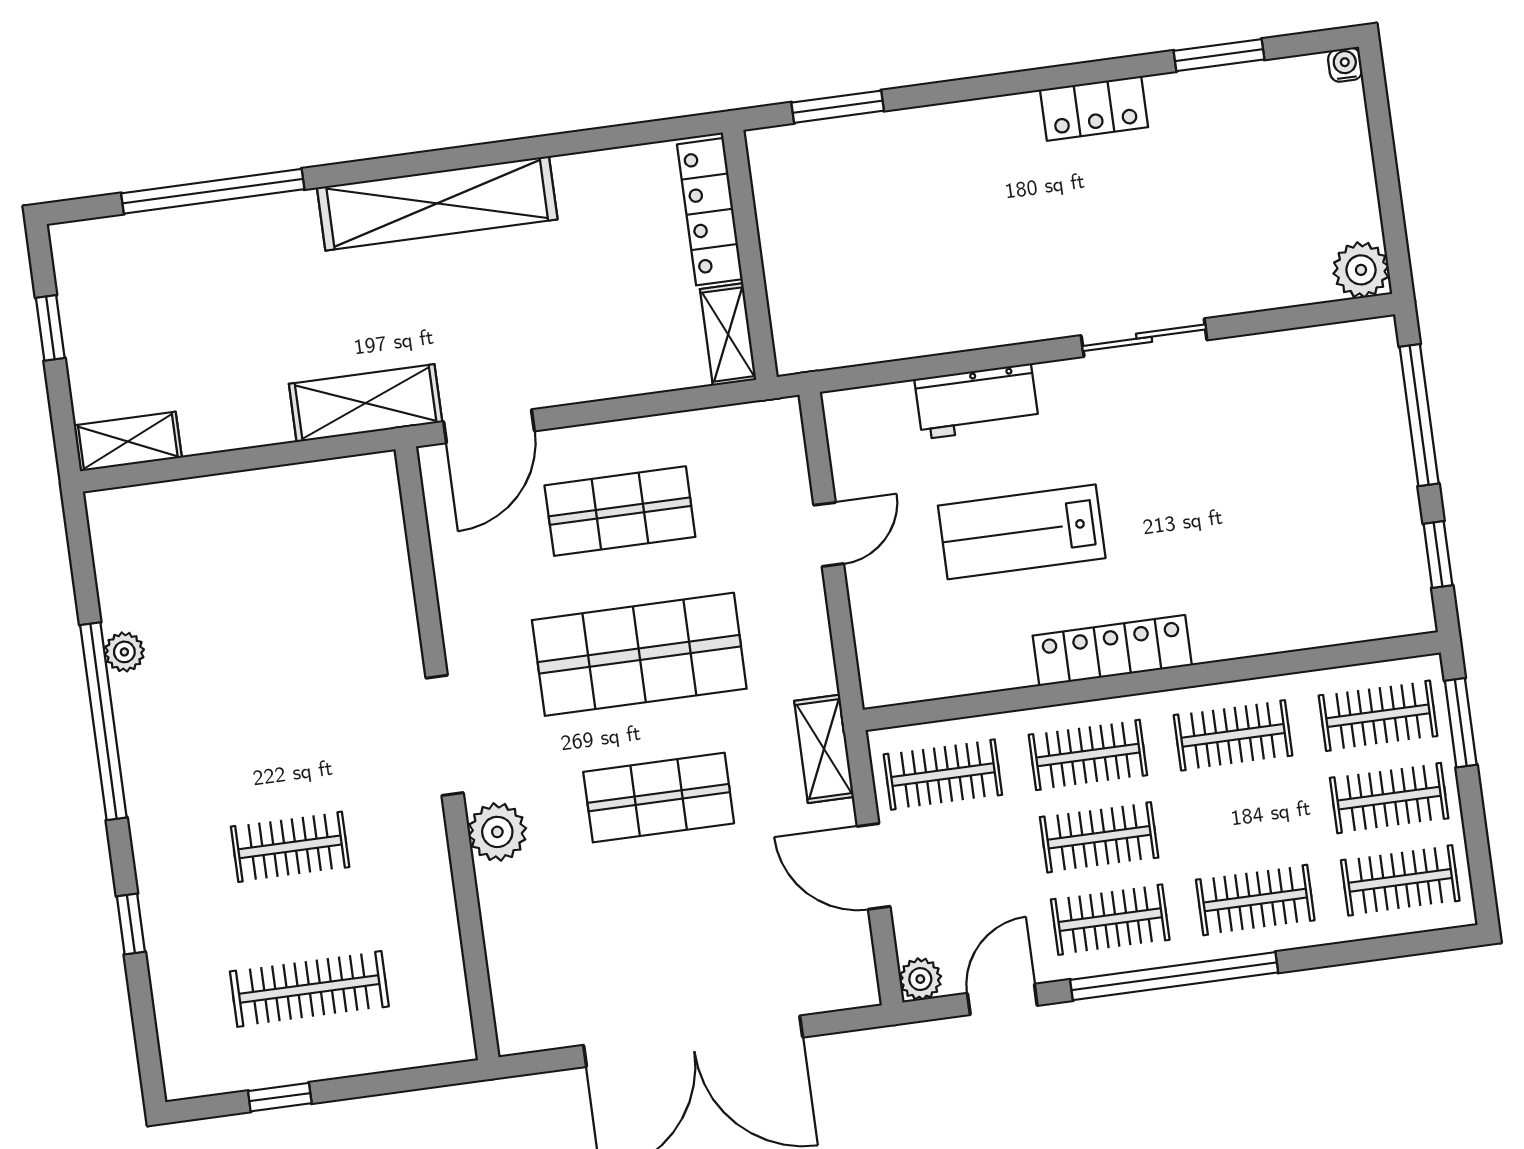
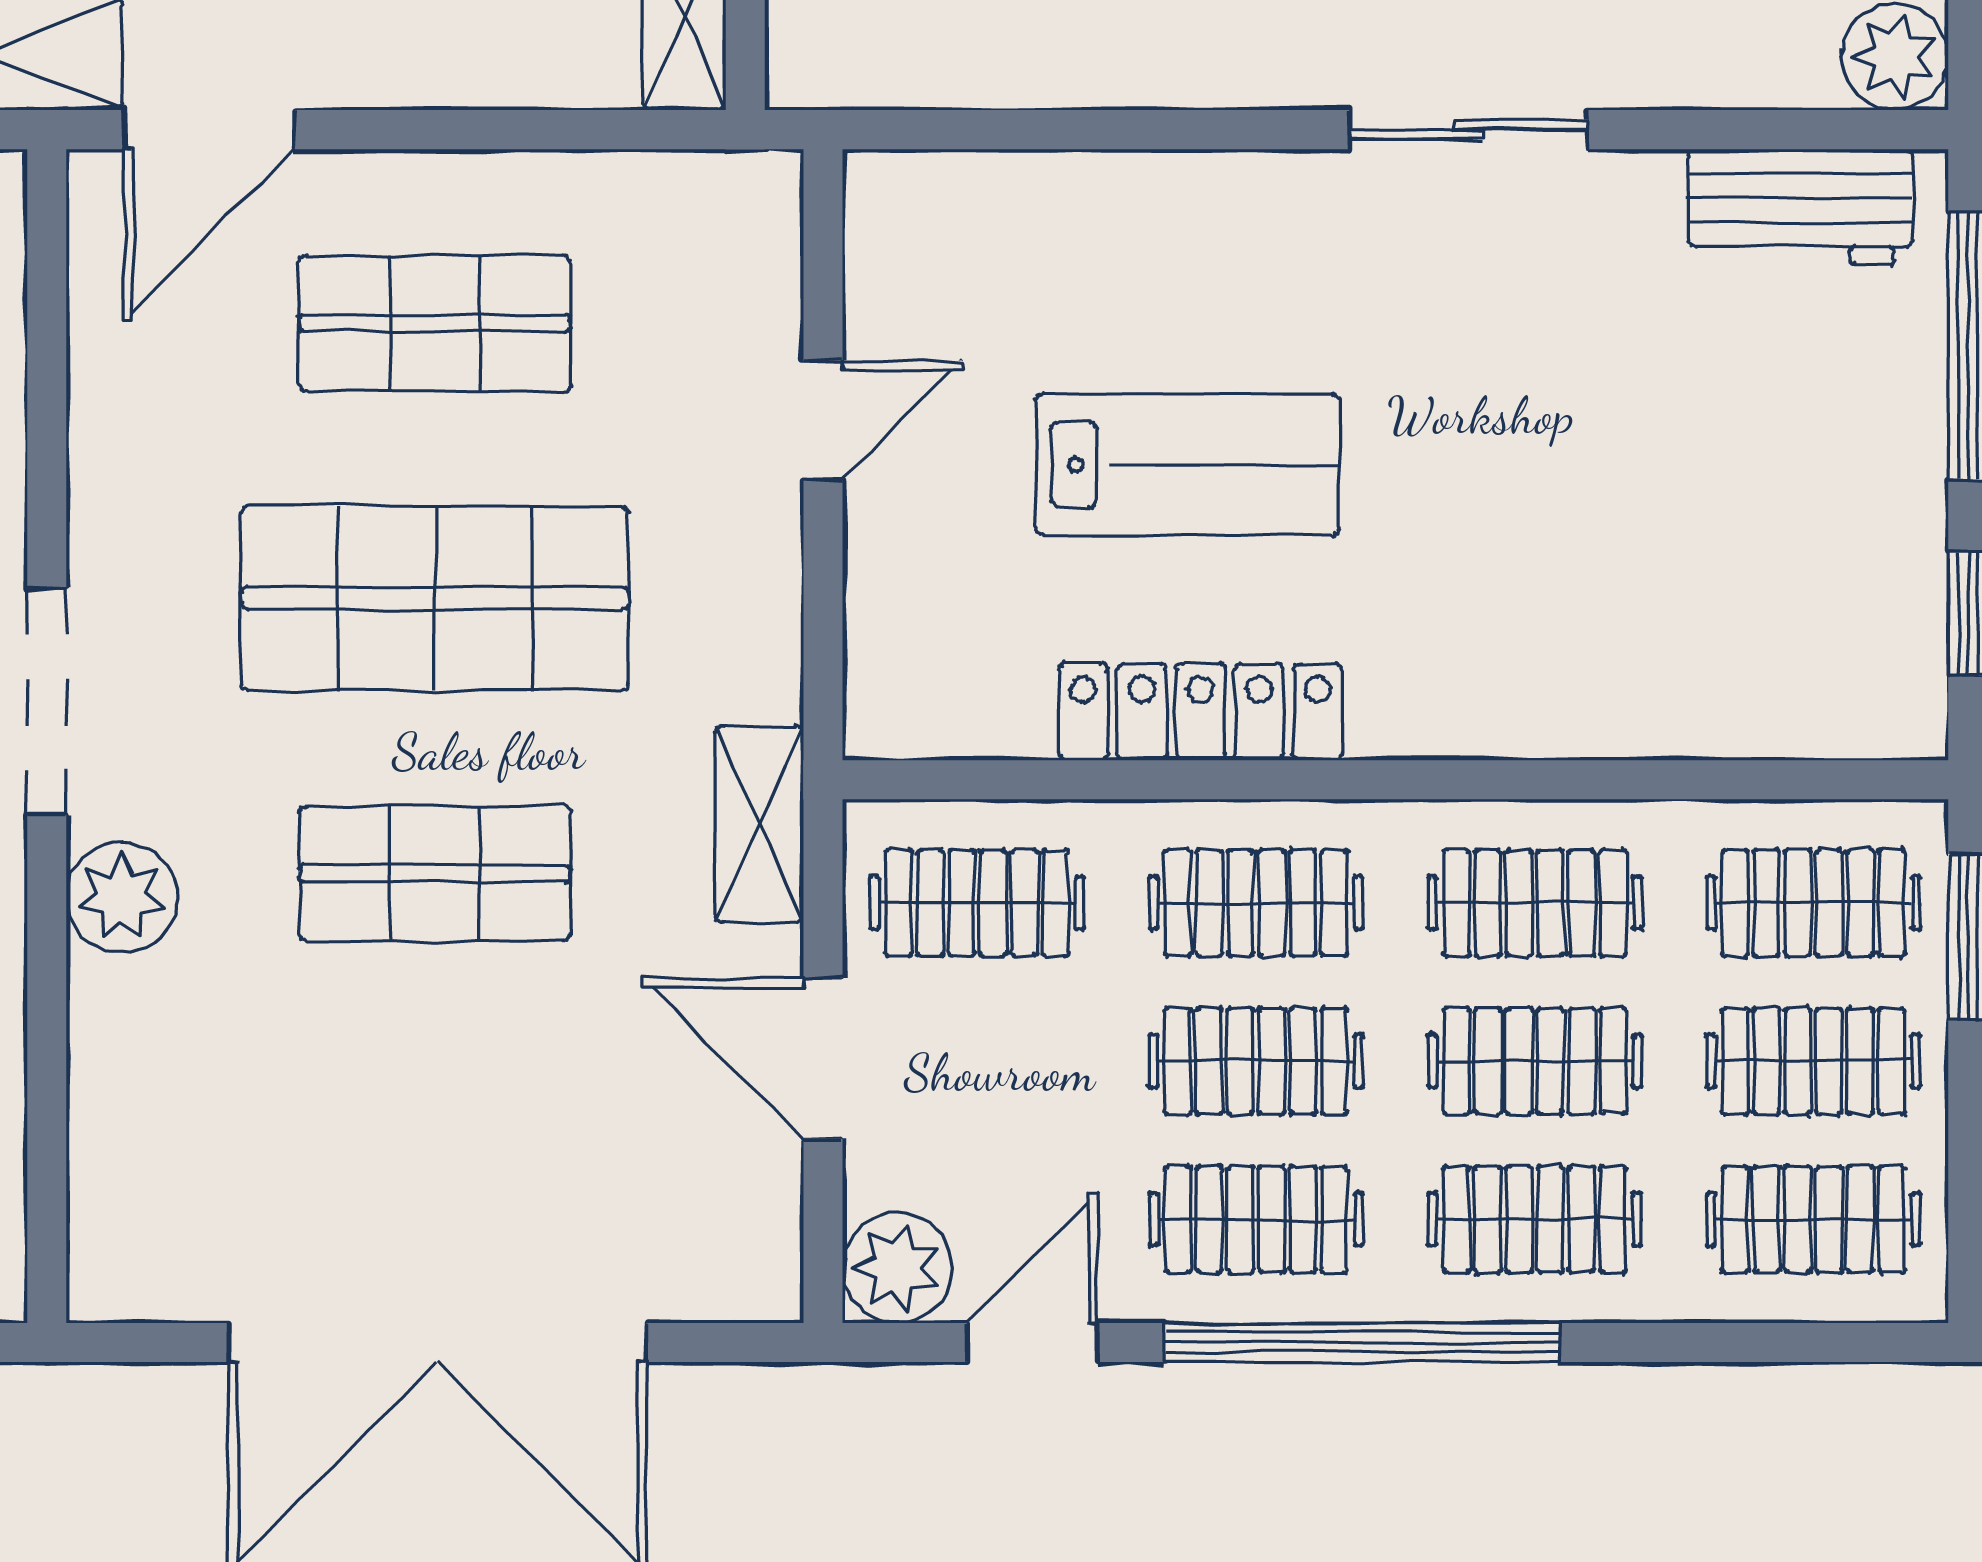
workbench: (977, 401) -> (1800, 207), moved
lab bench: (1022, 532) -> (1188, 465), turned 180
locker: (1112, 650) -> (1201, 712), moved
clothes rail: (1244, 818) -> (1535, 1061), added
plant: (920, 979) -> (897, 1268), width x1.38, depth x1.38

